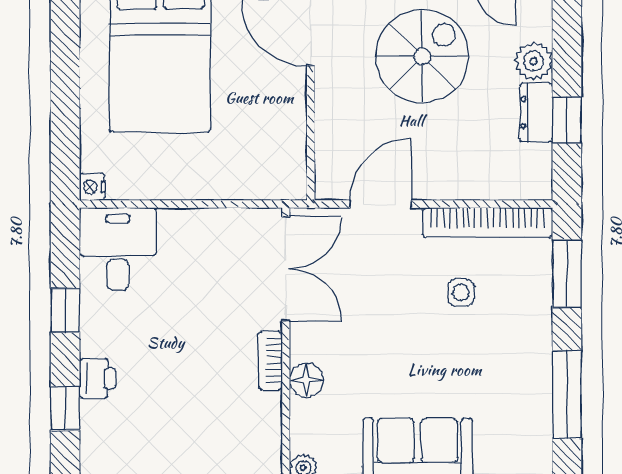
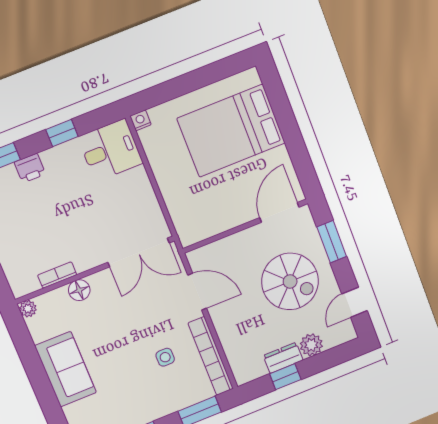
bookcase: (271, 360) -> (57, 275), moved

